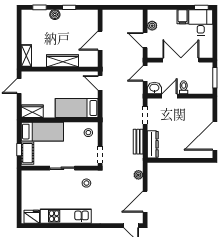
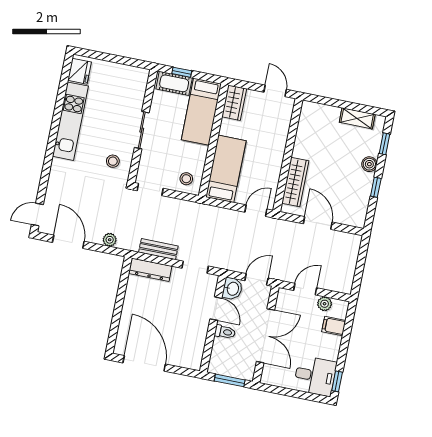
filing cabinet: (183, 17) -> (334, 326), moved
shelving: (26, 56) -> (357, 118), moved
wardrobe: (63, 61) -> (295, 182), moved
door: (145, 73) -> (256, 279), hinge flipped

